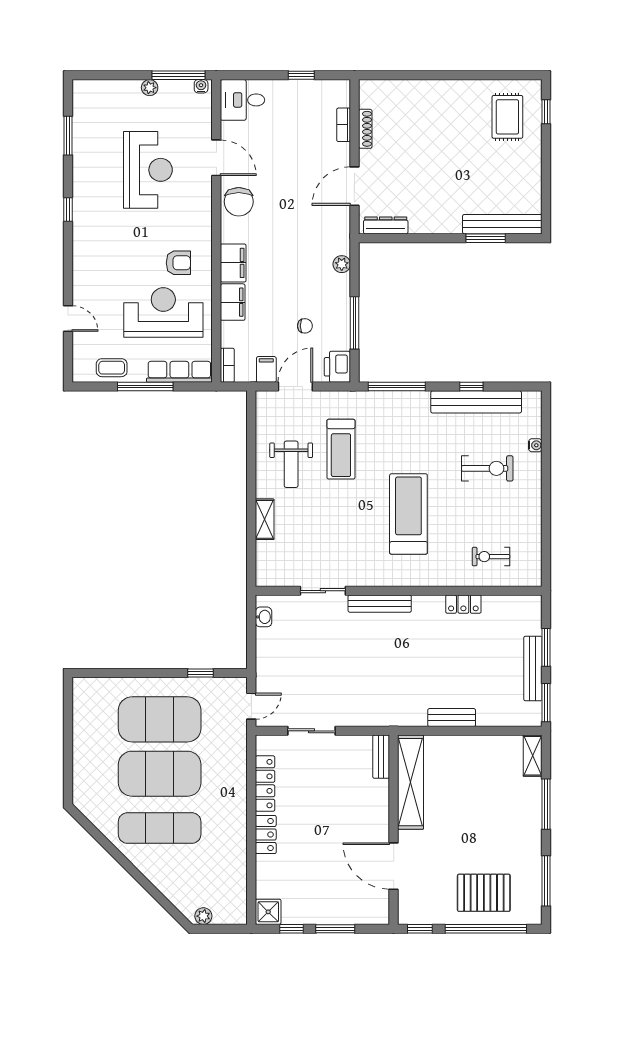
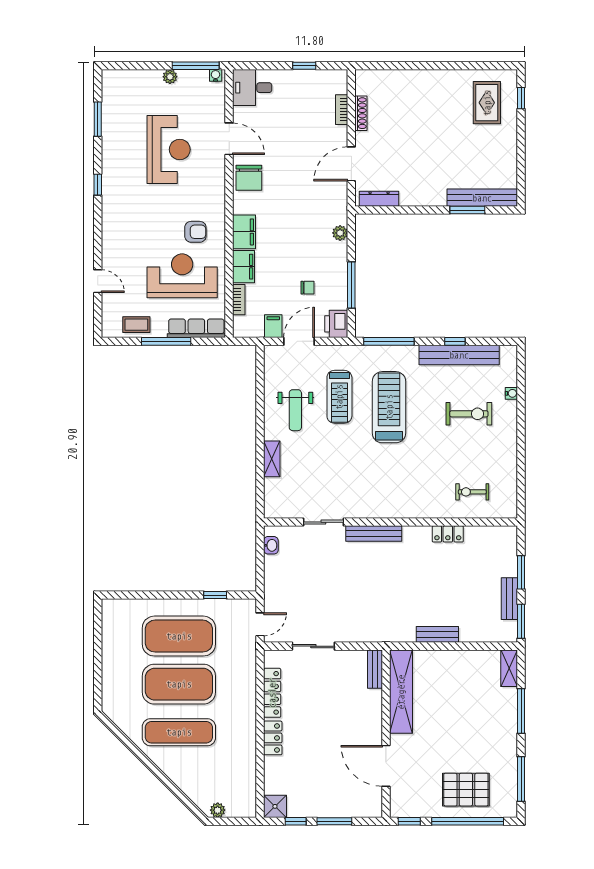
bookcase: (227, 365) -> (239, 300), moved
treadmill: (408, 514) -> (389, 407), moved
bench: (533, 668) -> (509, 599), width x0.73

